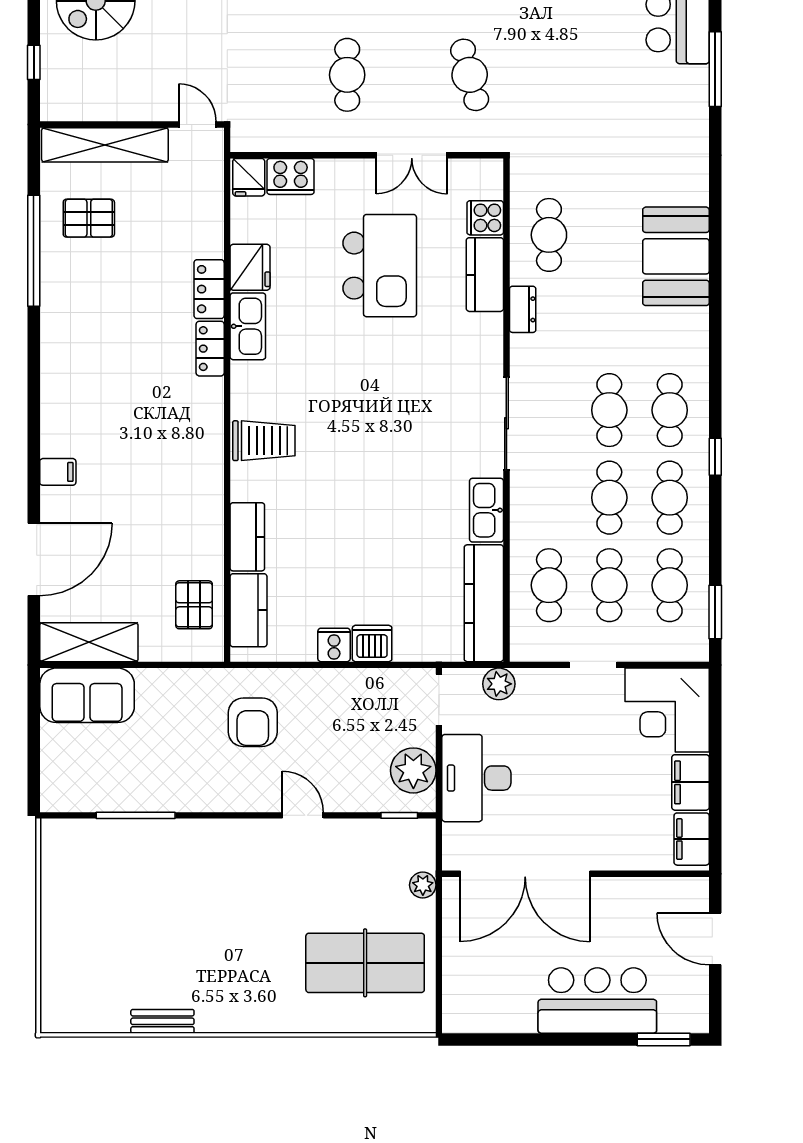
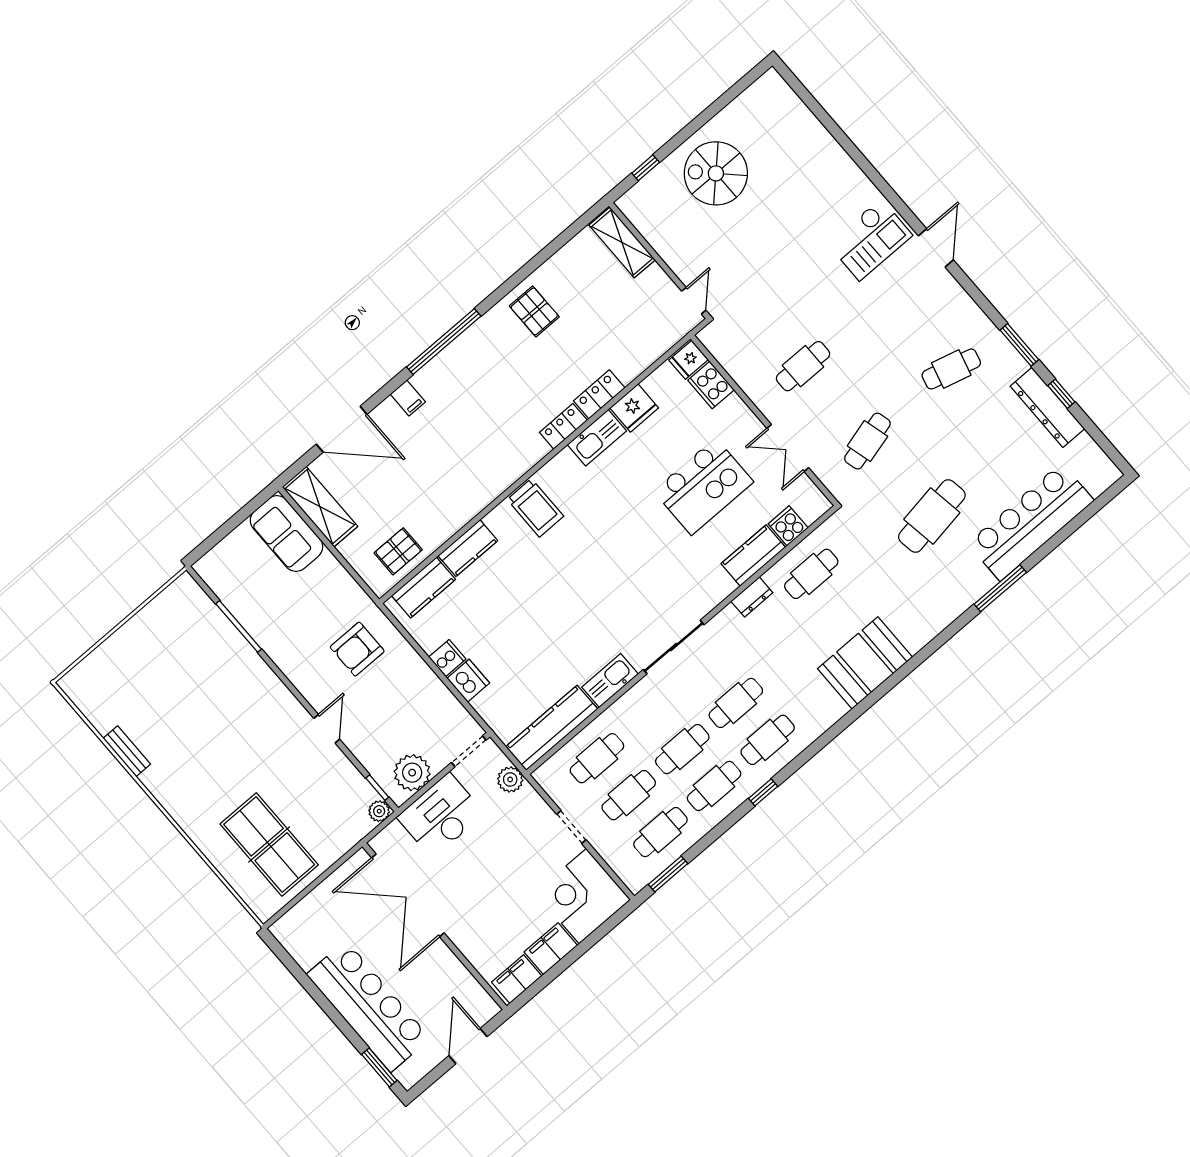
cafe table: (592, 75) -> (932, 516), added
shelving: (105, 145) -> (622, 242), width x0.68
pallet: (89, 218) -> (534, 311), moved
window: (34, 251) -> (444, 341), moved
plant: (423, 885) -> (379, 811), moved
bar counter: (597, 1001) -> (368, 1006), width x1.36

